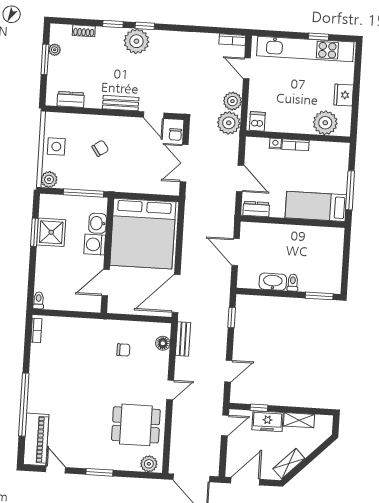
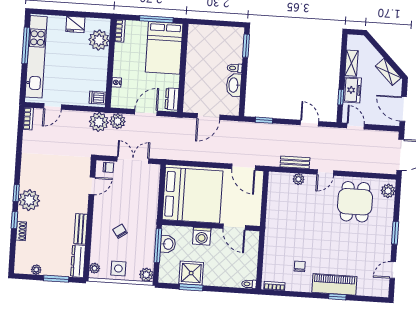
shoe rack: (84, 31) -> (21, 231), moved
window: (319, 37) -> (26, 45), width x2.17
window: (45, 59) -> (56, 279), moved
dresser: (71, 99) -> (78, 261), width x1.44
plant: (232, 101) -> (118, 121), moved
bench: (121, 103) -> (81, 229), moved
plant: (57, 119) -> (95, 268), added
bookcase: (295, 145) -> (120, 31), moved
double door: (184, 163) -> (133, 160), swing flipped
bed: (316, 206) -> (164, 48), width x1.50
washbasin: (98, 223) -> (168, 244), moved, turned -90
door: (176, 293) -> (244, 167), width x0.73
bench: (183, 339) -> (295, 162), moved
floor lamp: (163, 343) -> (286, 179), removed
chair: (123, 350) -> (300, 266), moved
plant: (162, 358) -> (299, 179), added
door: (170, 390) -> (325, 172), swing flipped
window: (24, 405) -> (337, 297), width x0.32
piano: (36, 439) -> (334, 284), moved

